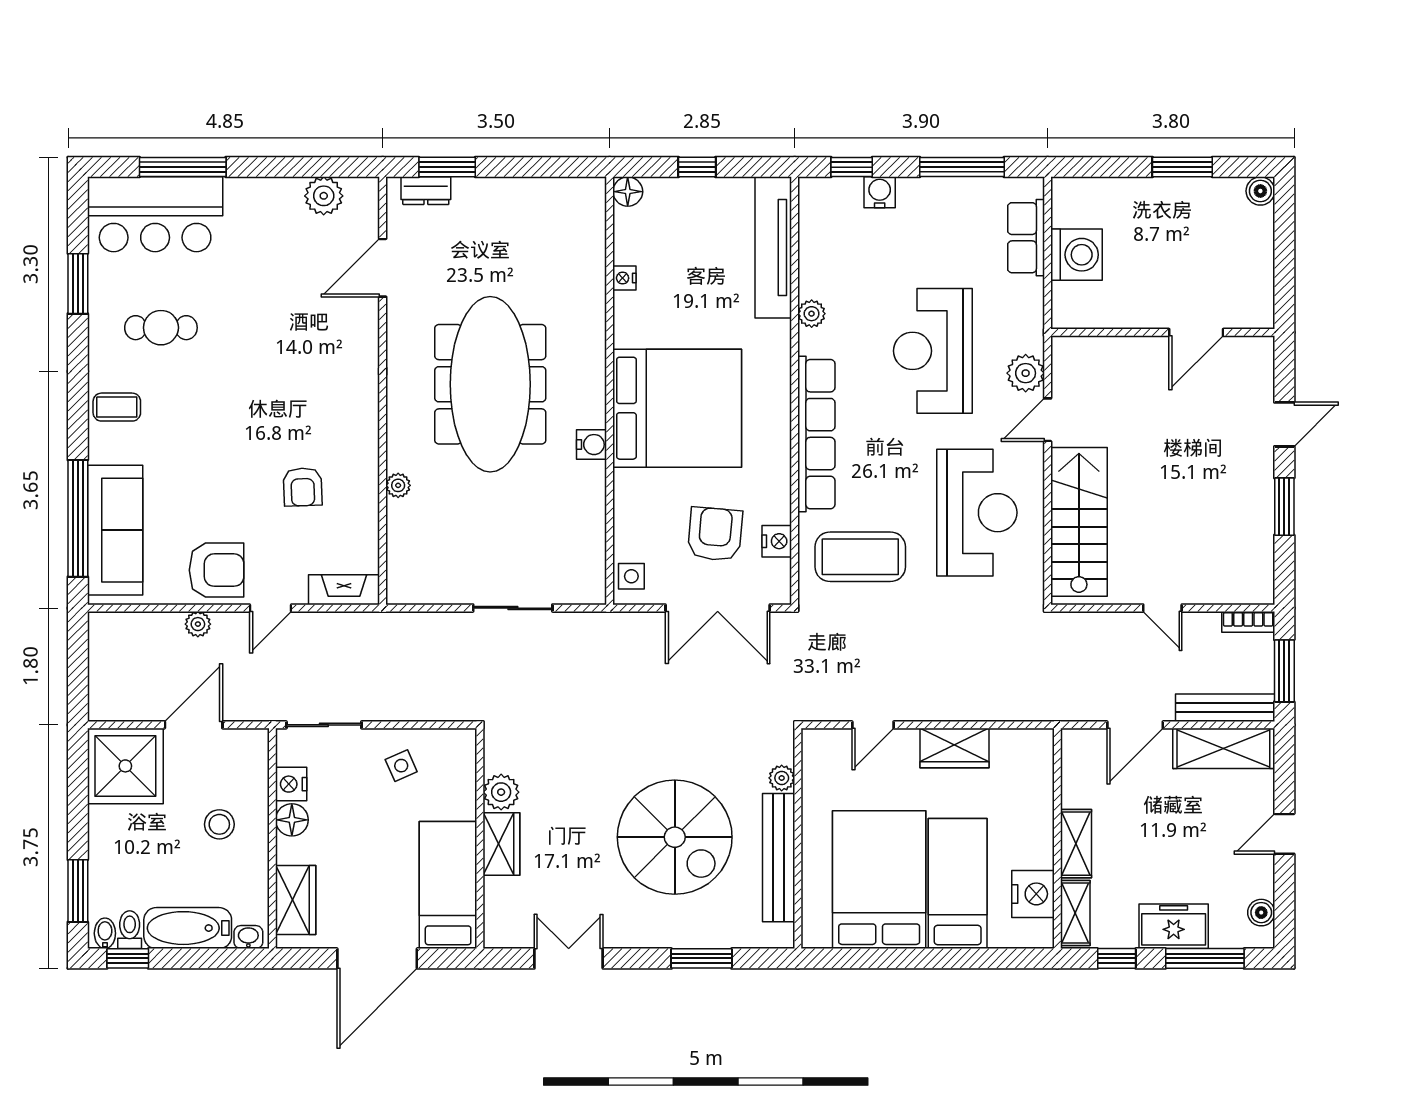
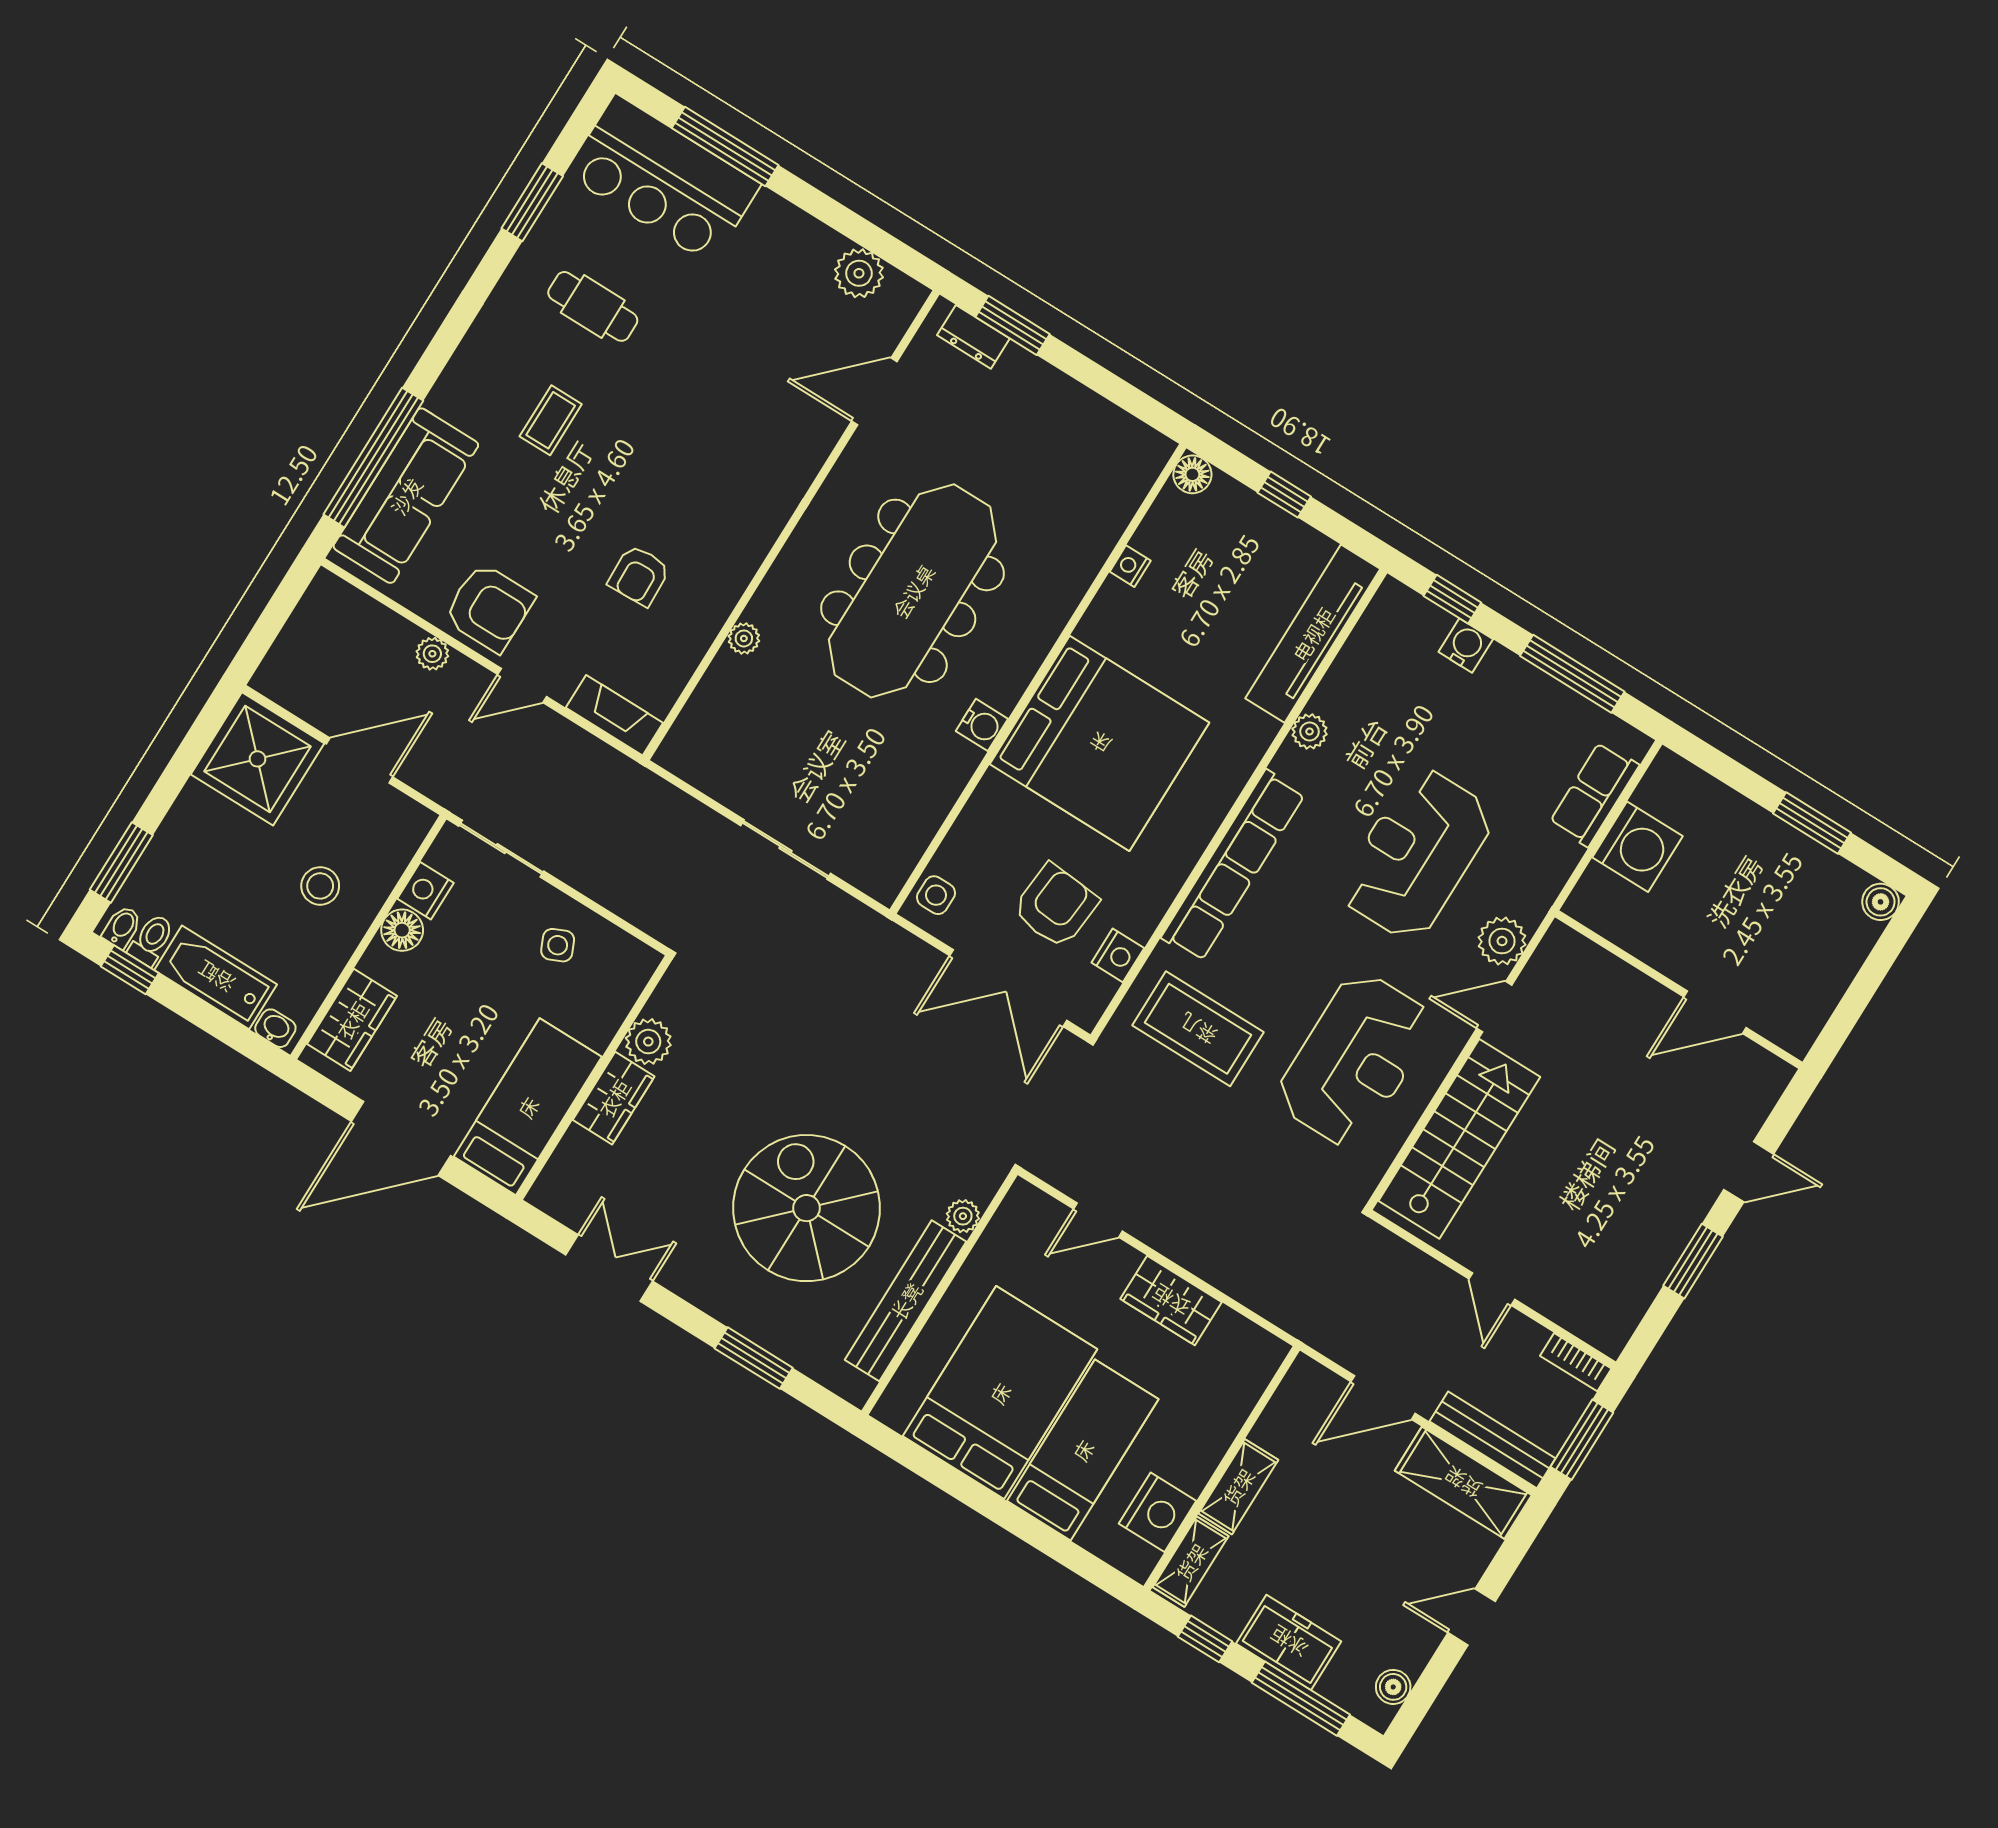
coffee table: (117, 407) -> (551, 420), moved, turned 90
spiral stairs: (675, 837) -> (807, 1208), turned 180

